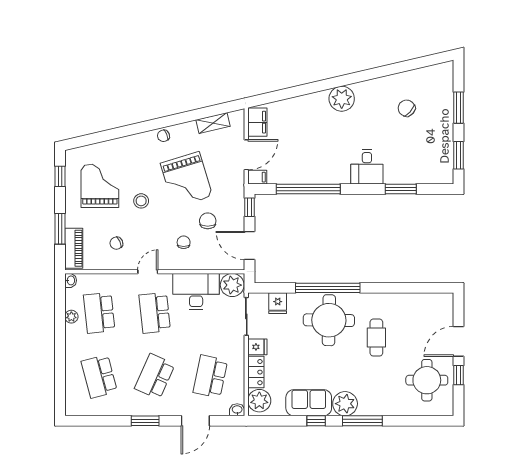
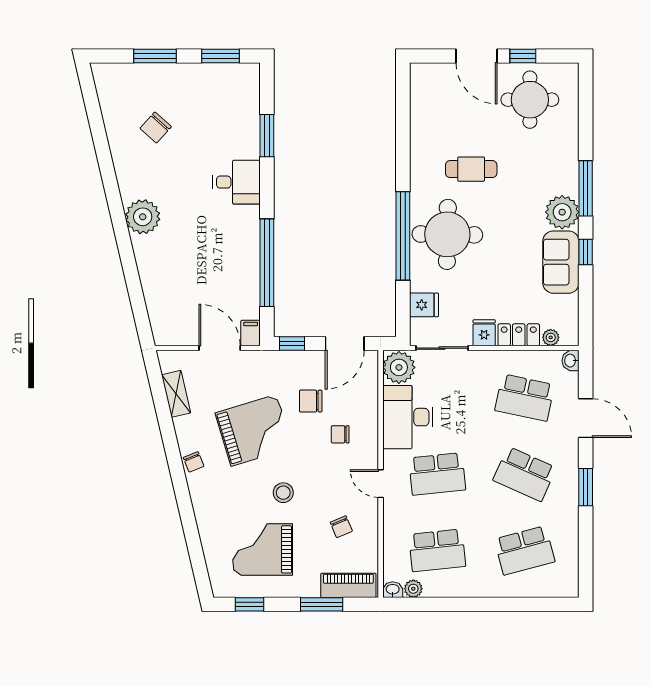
filing cabinet: (257, 122) -> (175, 333), removed
plant: (71, 317) -> (413, 589), moved
plant: (259, 401) -> (551, 337), width x0.53, depth x0.53

